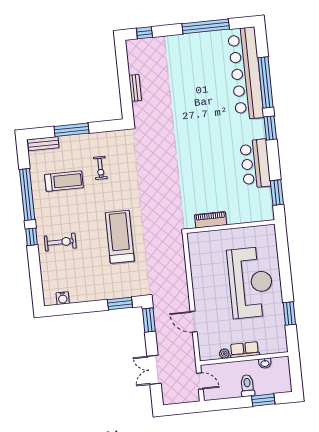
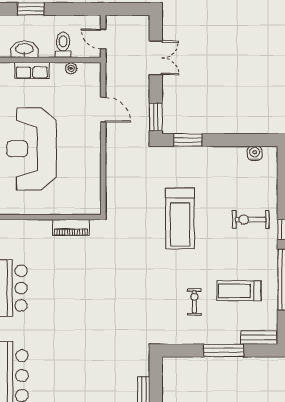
row of seats: (245, 350) -> (32, 70), moved
washbasin: (265, 363) -> (24, 49), width x1.91, depth x1.45
toilet: (247, 386) -> (63, 45), moved, turned 180

